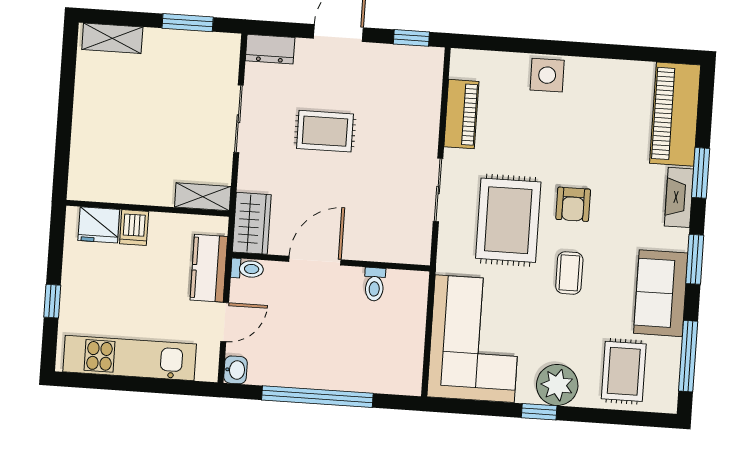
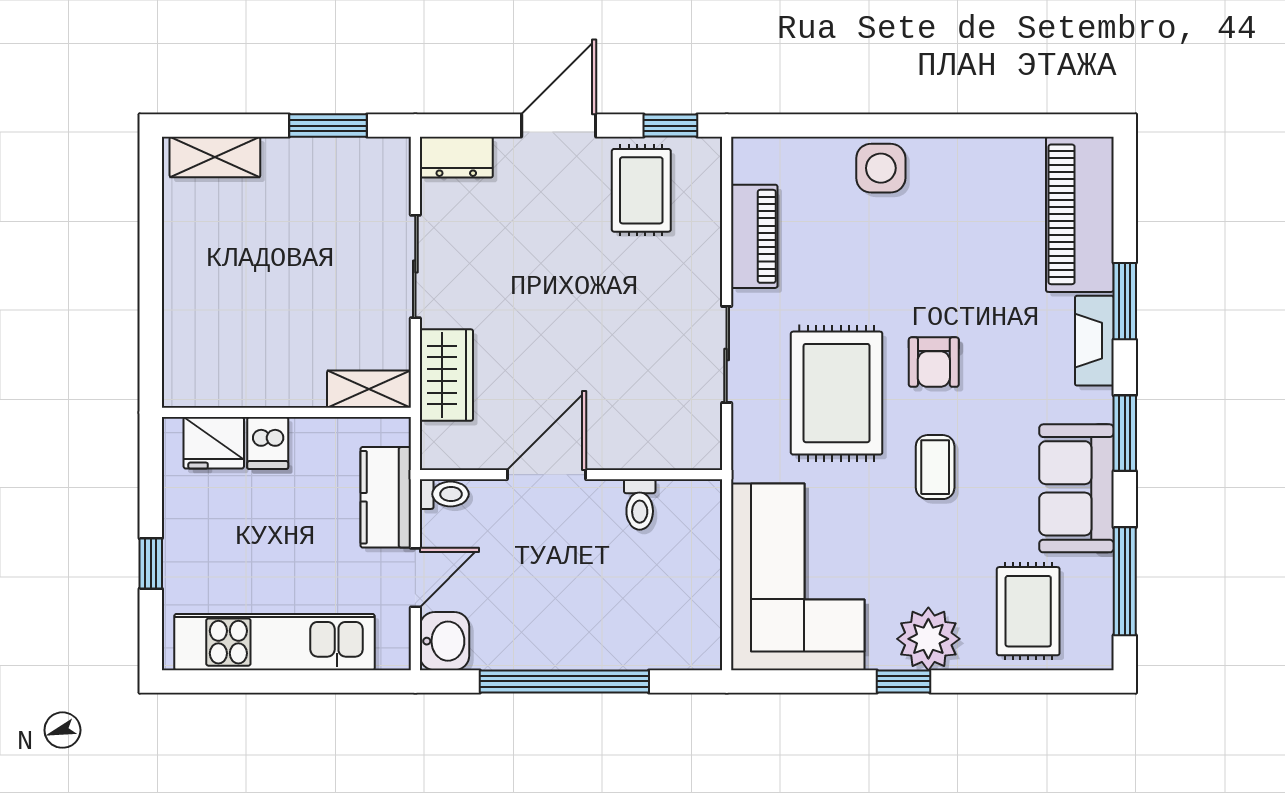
rug: (325, 131) -> (641, 190), moved, turned 90
wardrobe: (252, 223) -> (446, 375), moved
washbasin: (235, 370) -> (445, 641), width x1.38, depth x1.45

